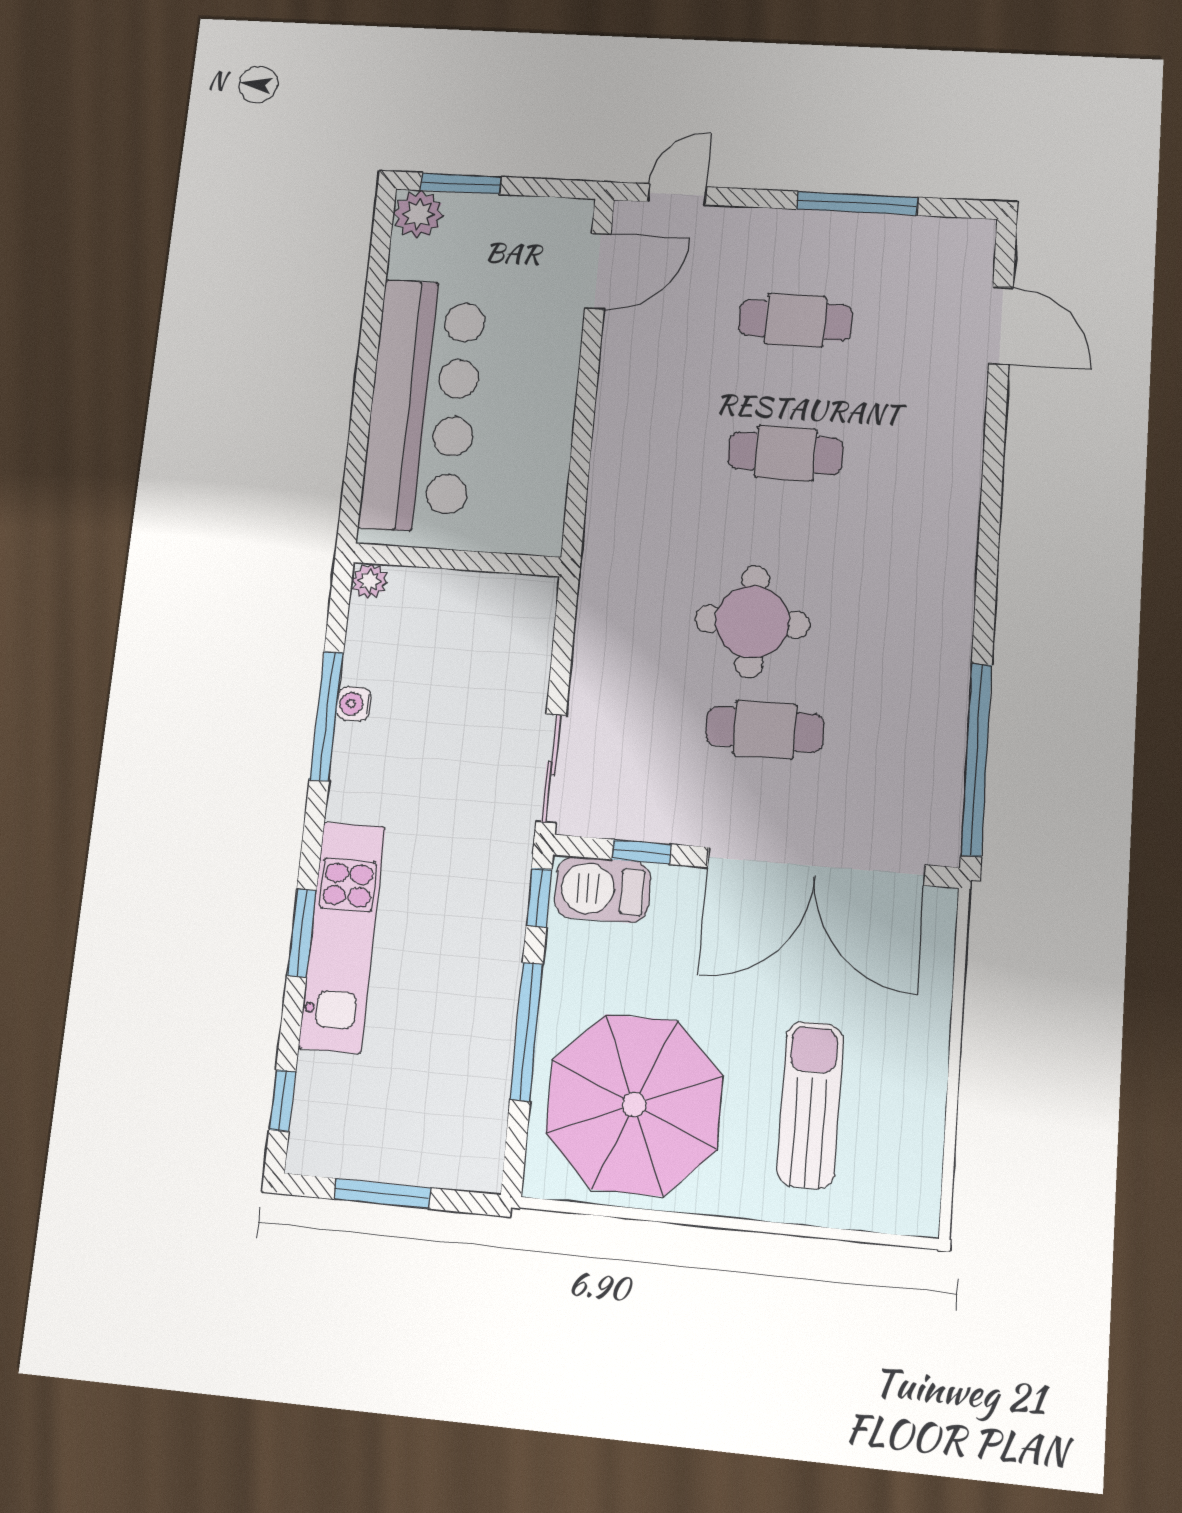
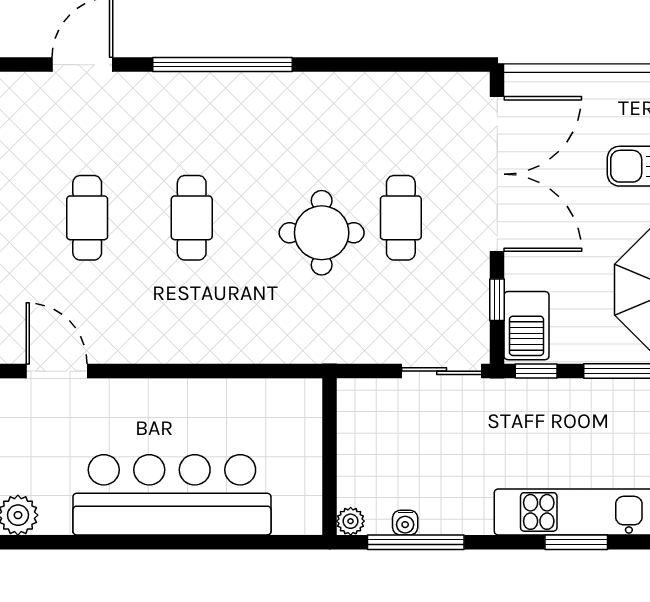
wall: (457, 560) -> (330, 457), moved
plant: (369, 581) -> (351, 521), moved
window: (976, 759) -> (223, 65), moved

